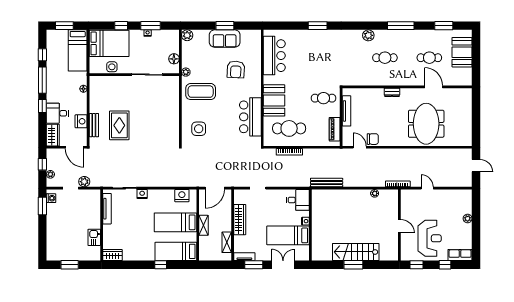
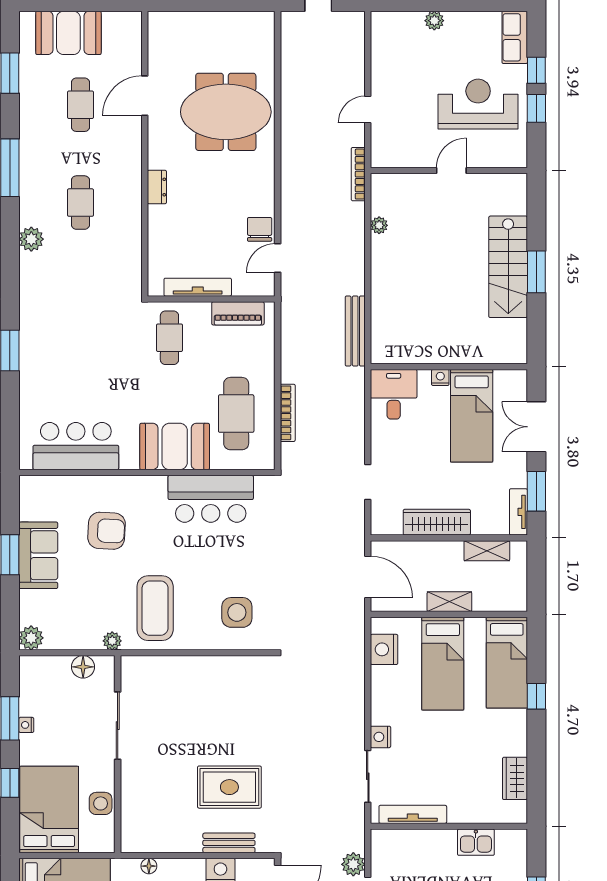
wardrobe: (112, 255) -> (515, 778), moved
window: (416, 265) -> (536, 108), moved

